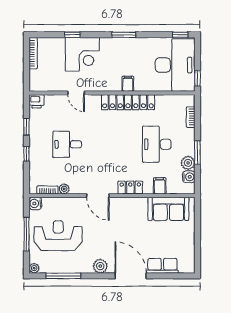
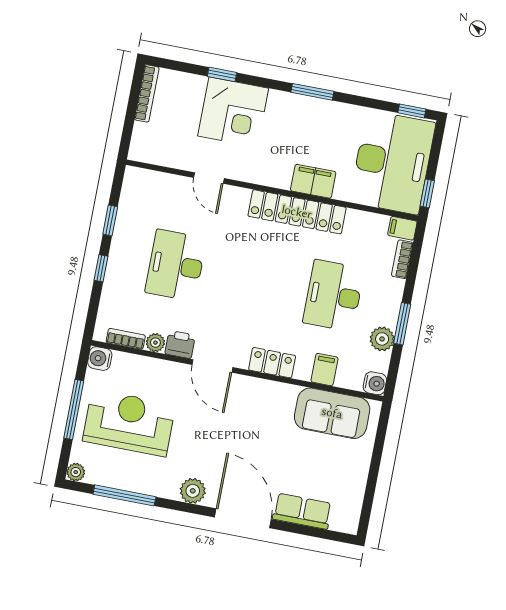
filing cabinet: (128, 84) -> (313, 181), width x2.00
filing cabinet: (187, 100) -> (402, 228), added
printer: (37, 101) -> (180, 344), moved, turned 180
desk: (67, 144) -> (176, 265), width x1.37
water cooler: (189, 177) -> (375, 383), moved

